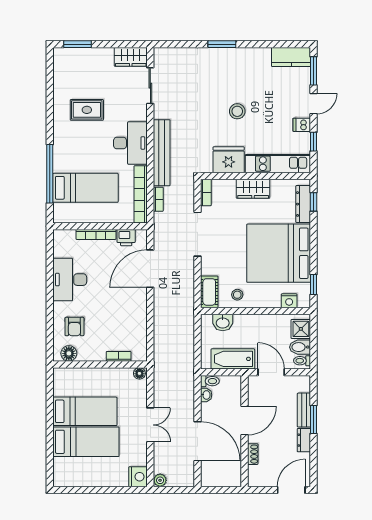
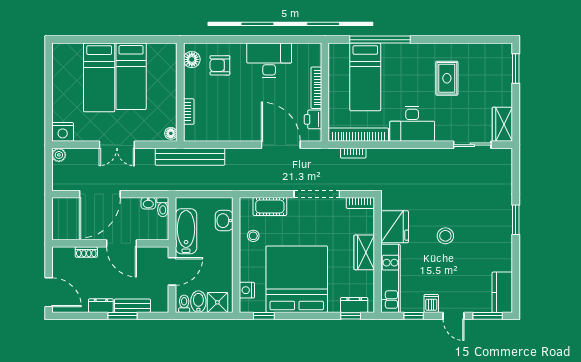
bench: (162, 153) -> (190, 157), moved
dresser: (303, 204) -> (354, 305), width x0.70
cot: (209, 292) -> (270, 206), moved

